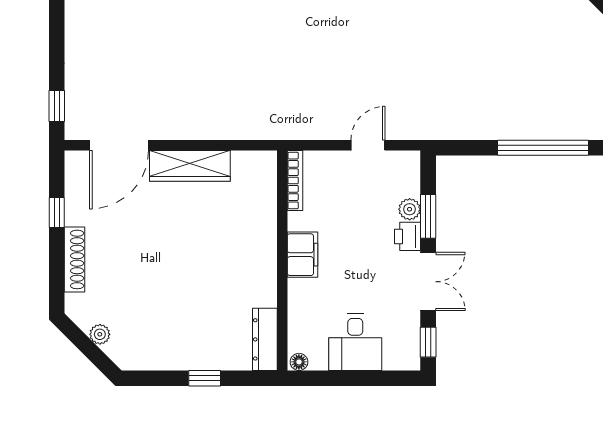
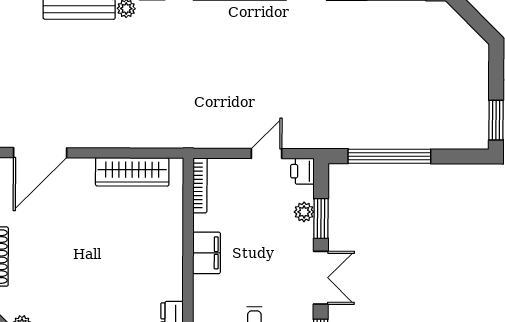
window: (543, 148) -> (389, 156), moved
wardrobe: (190, 166) -> (132, 172), moved
printer: (408, 236) -> (302, 171), moved

